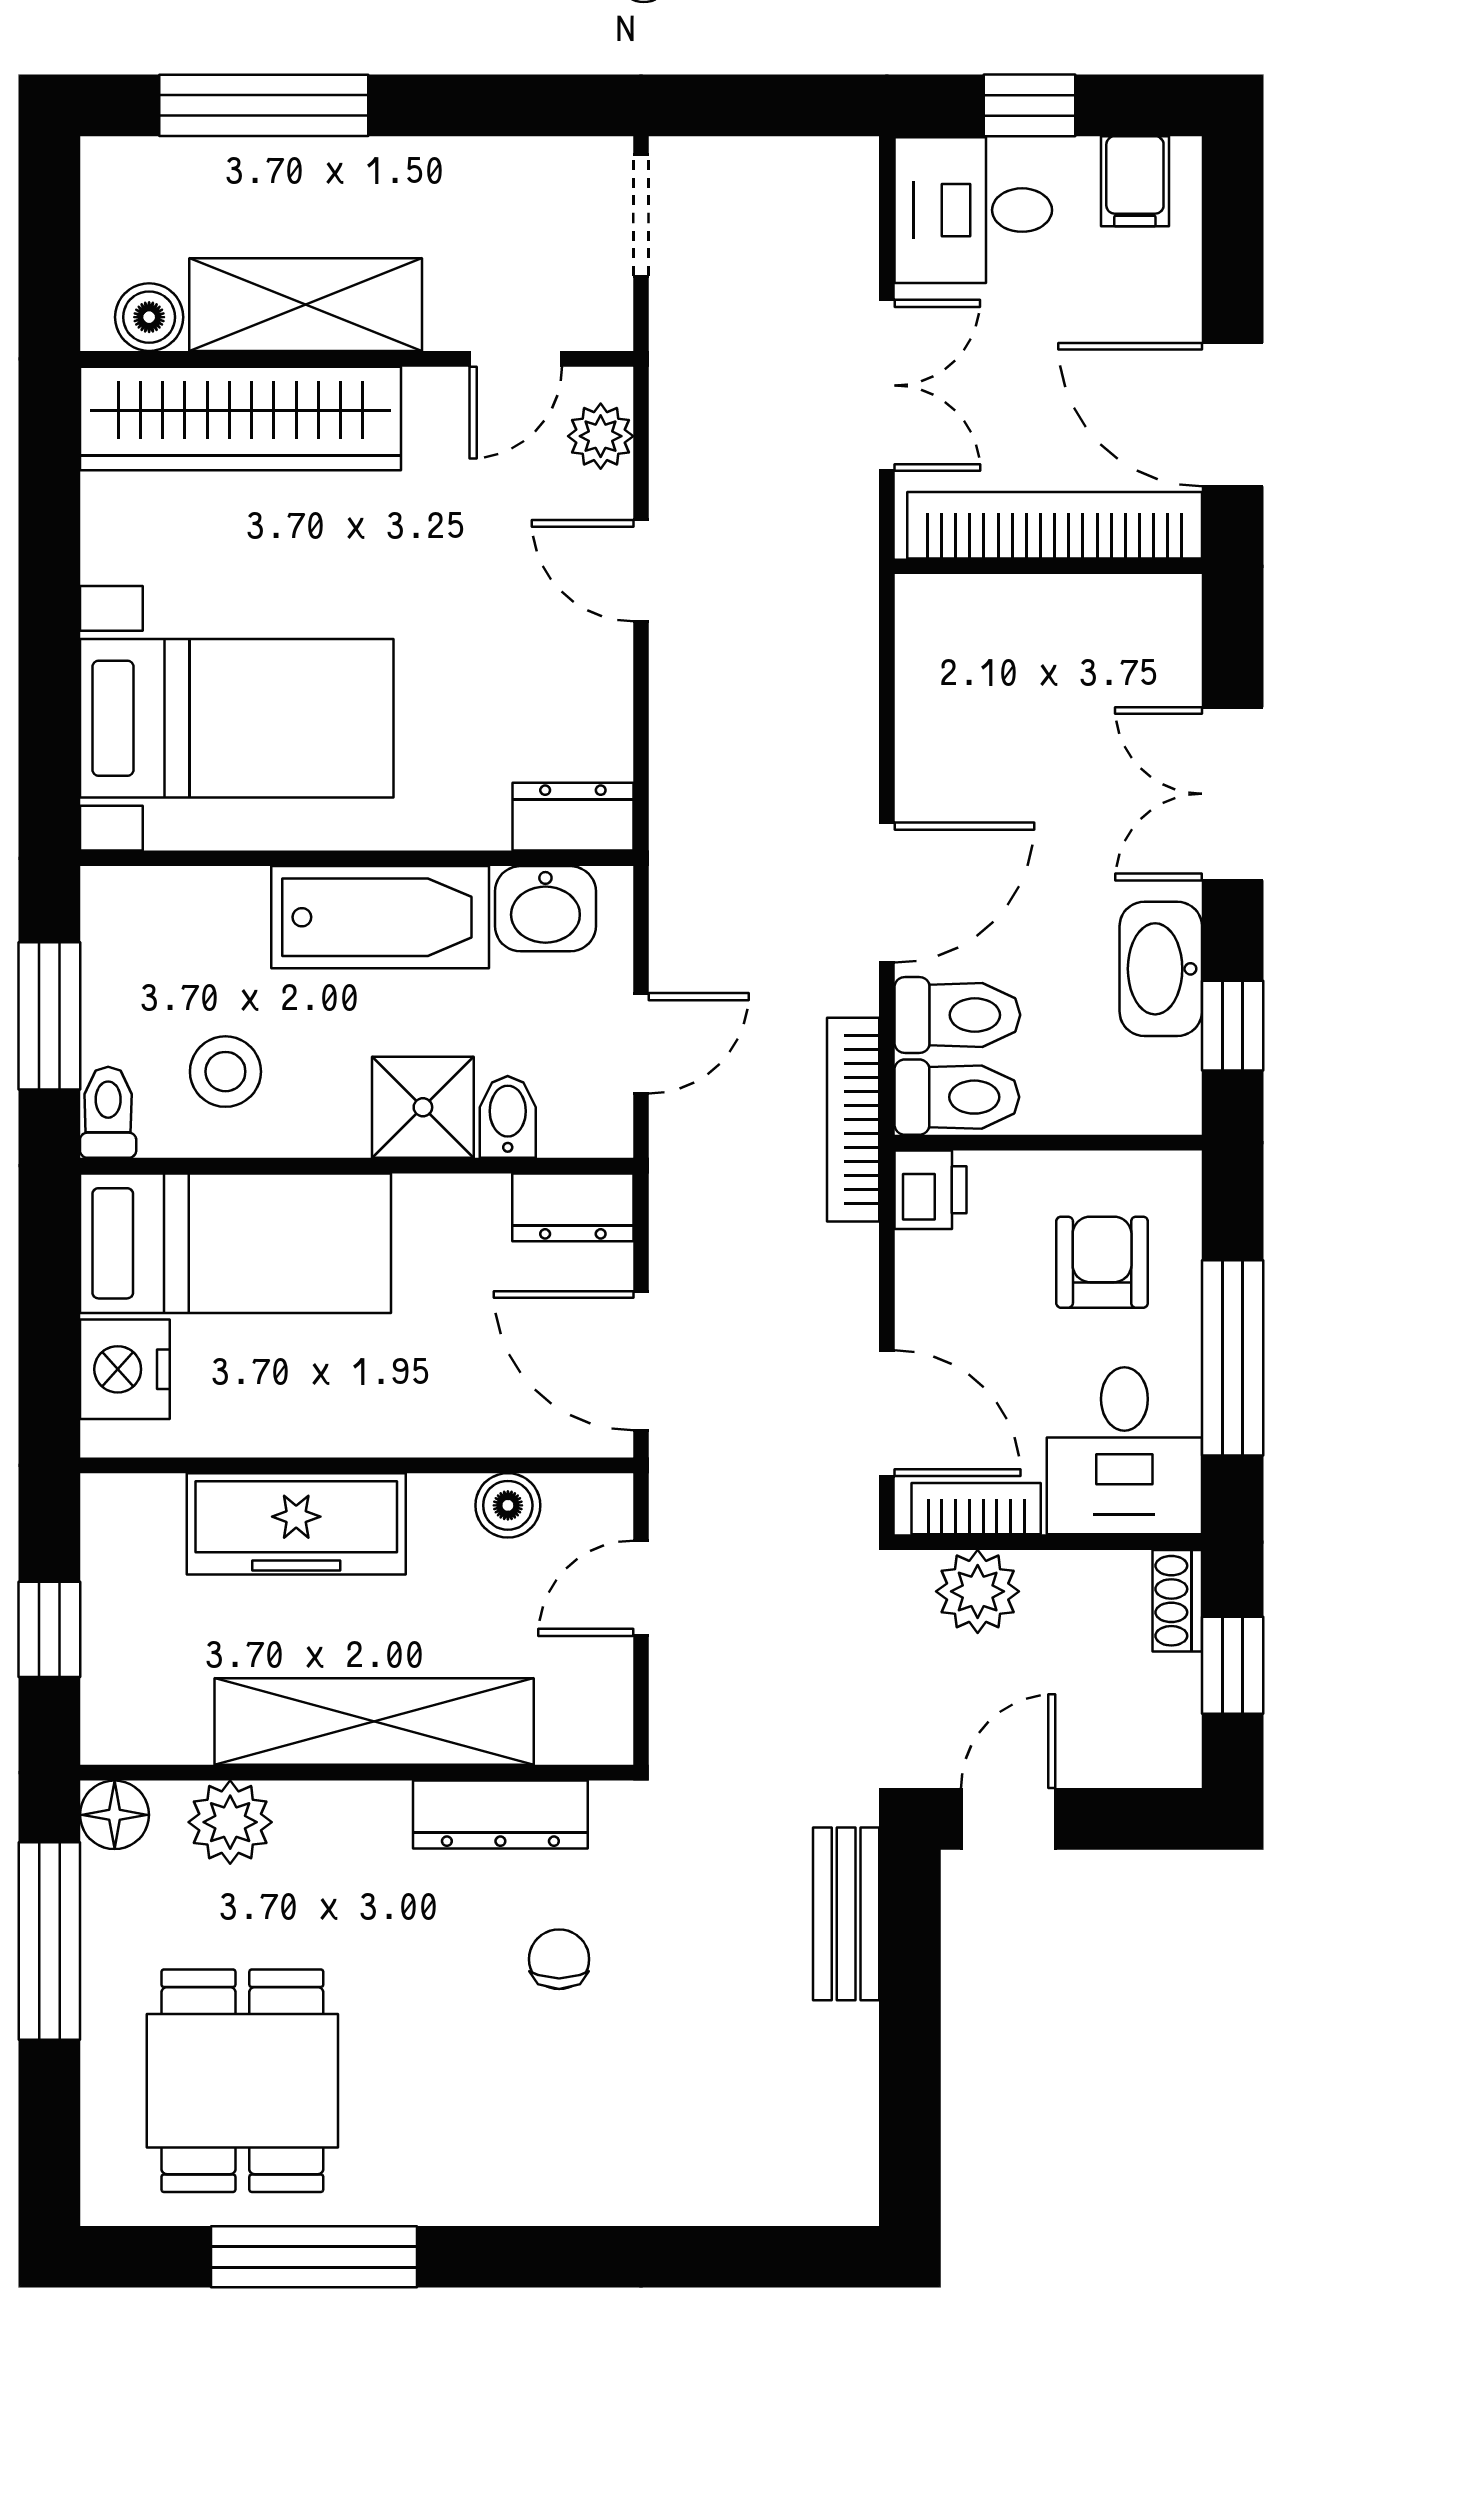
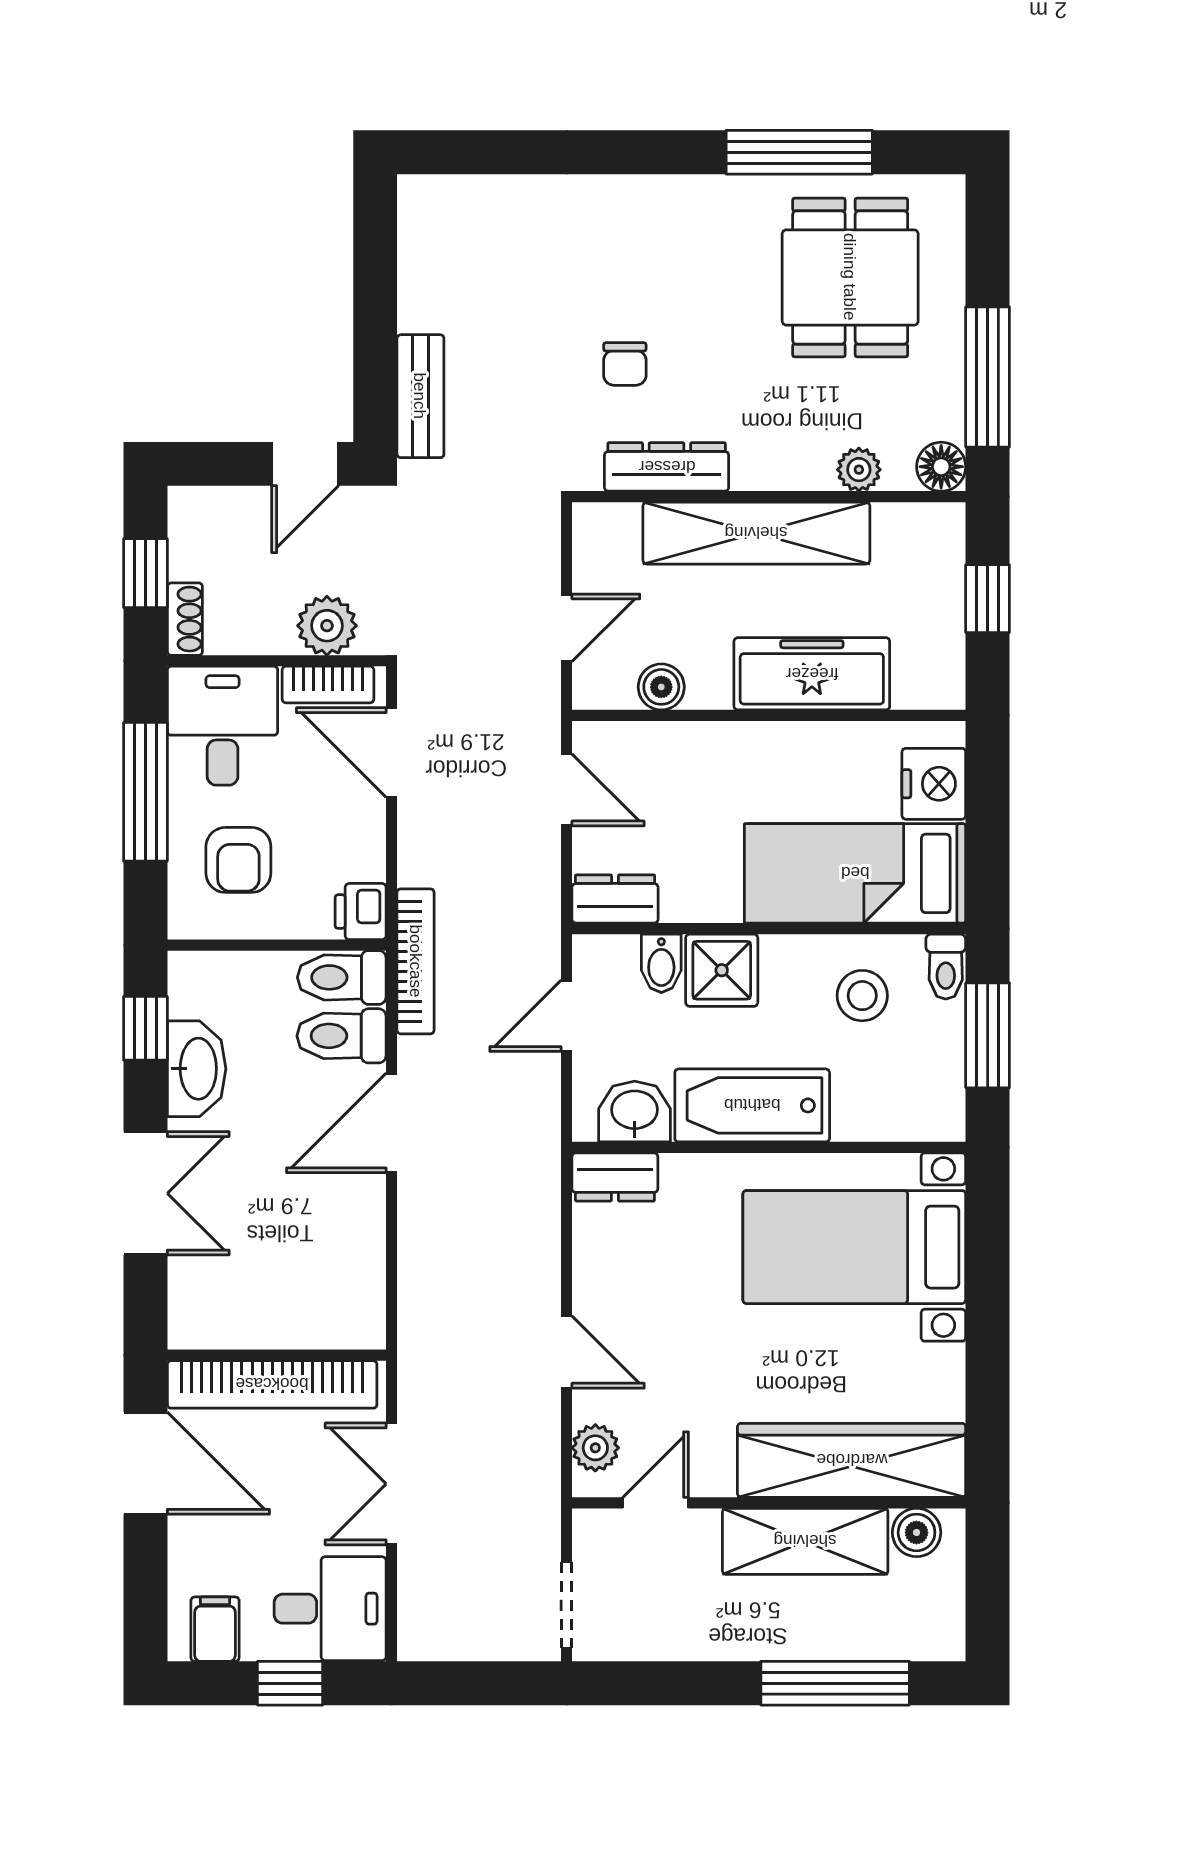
door: (641, 1361) -> (567, 790), width x0.73
plant: (230, 1822) -> (859, 470), width x0.73, depth x0.73

